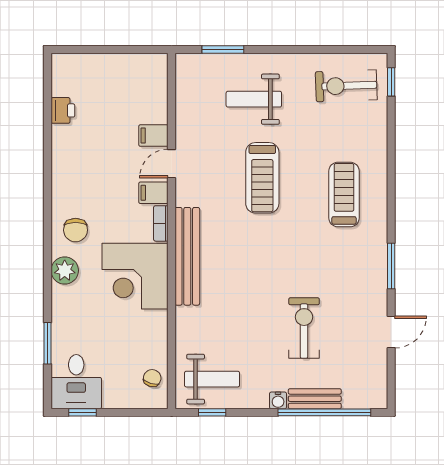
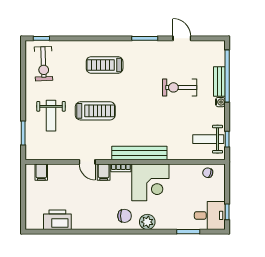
printer: (63, 110) -> (57, 220), width x1.87, depth x1.48
filing cabinet: (153, 136) -> (41, 172), moved
weight bench: (212, 379) -> (208, 139), turned -90

